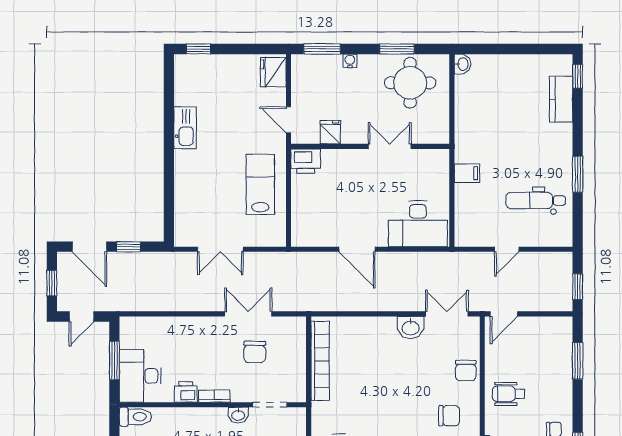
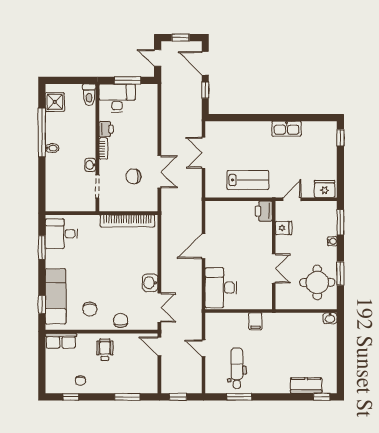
window: (578, 174) -> (239, 397), moved
door: (89, 247) -> (205, 63), hinge flipped
chair: (466, 371) -> (121, 320), turned 90

